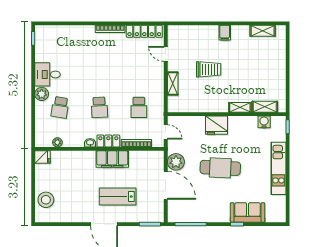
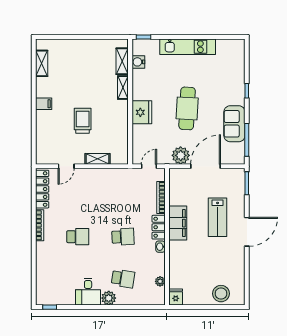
school desk: (139, 107) -> (78, 237), moved
sofa: (248, 212) -> (234, 124), moved

